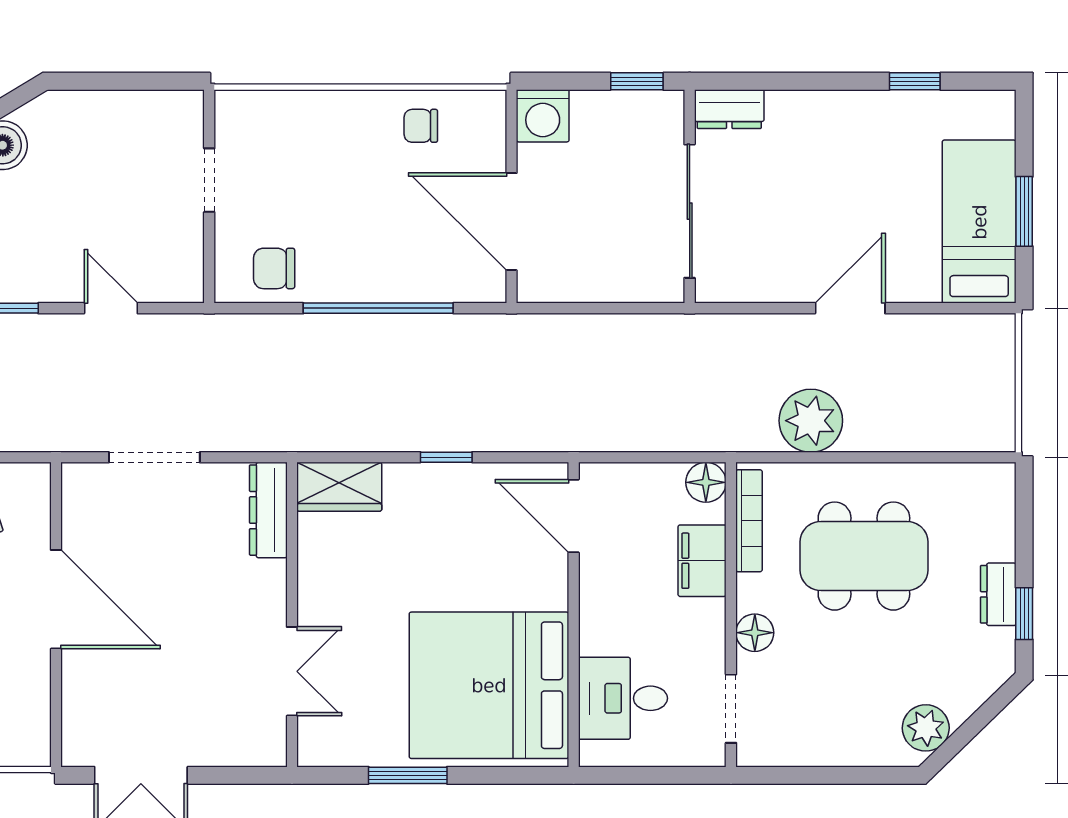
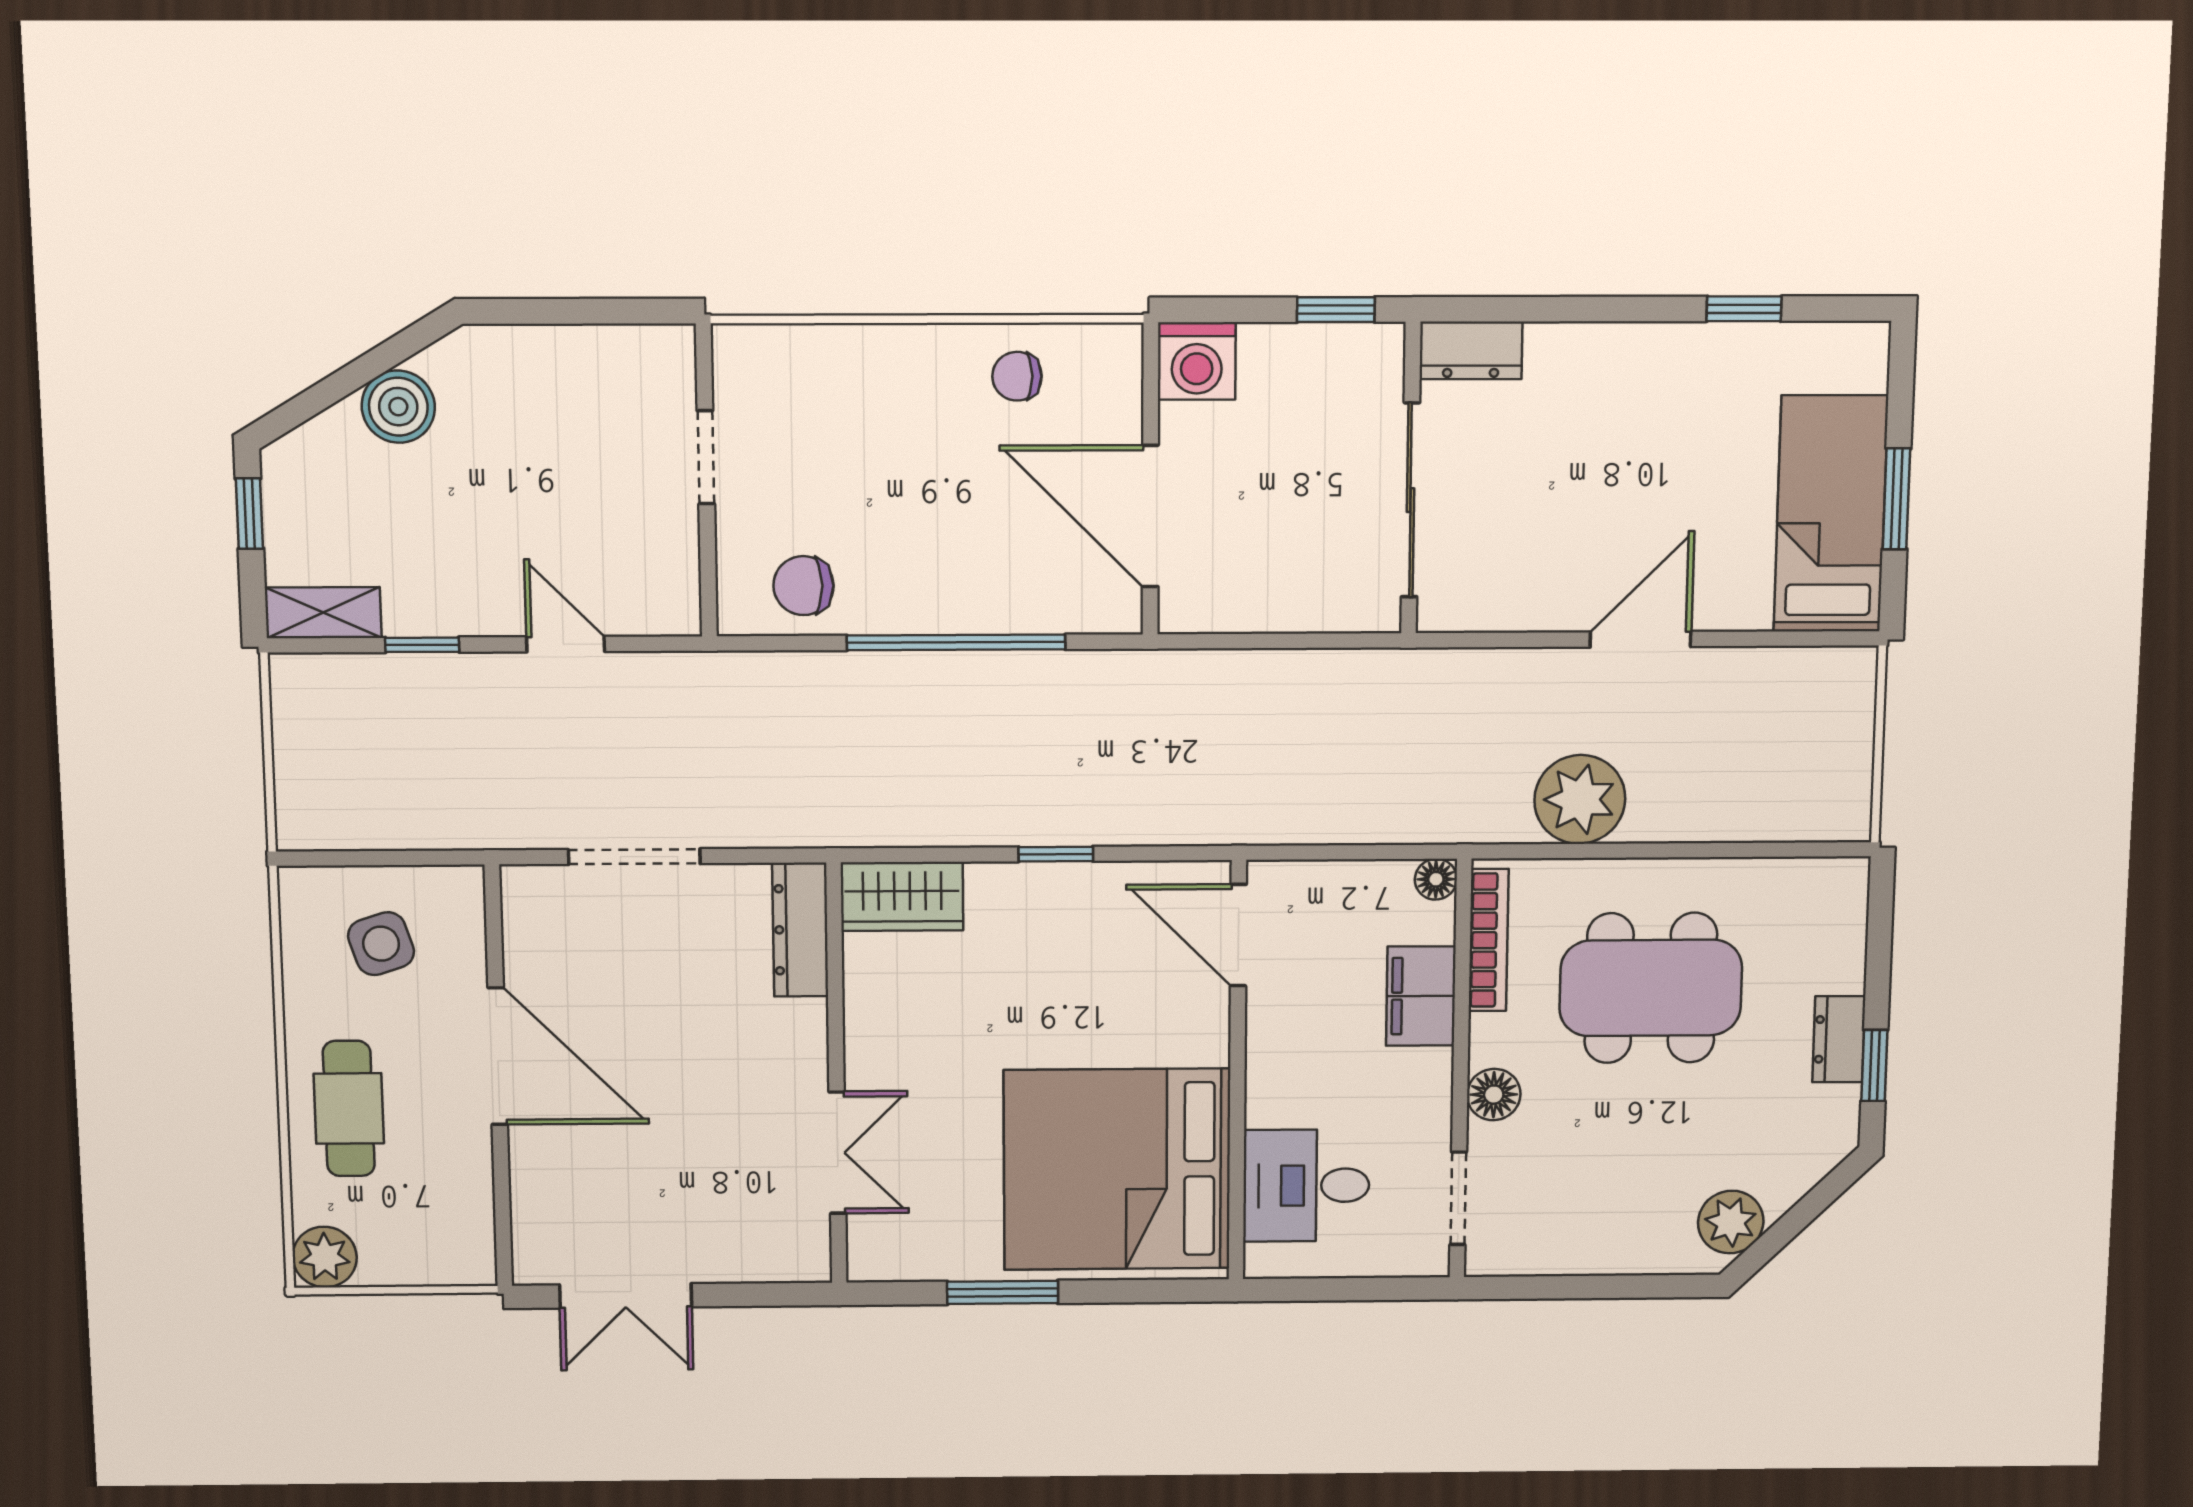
floor lamp: (706, 482) -> (1436, 879), width x0.73, depth x0.73

